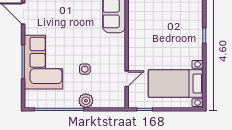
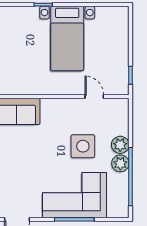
side table: (85, 69) -> (83, 146), width x1.87, depth x1.87
bed with nightstands: (176, 83) -> (67, 38), moved
plant: (70, 101) -> (120, 163), added

